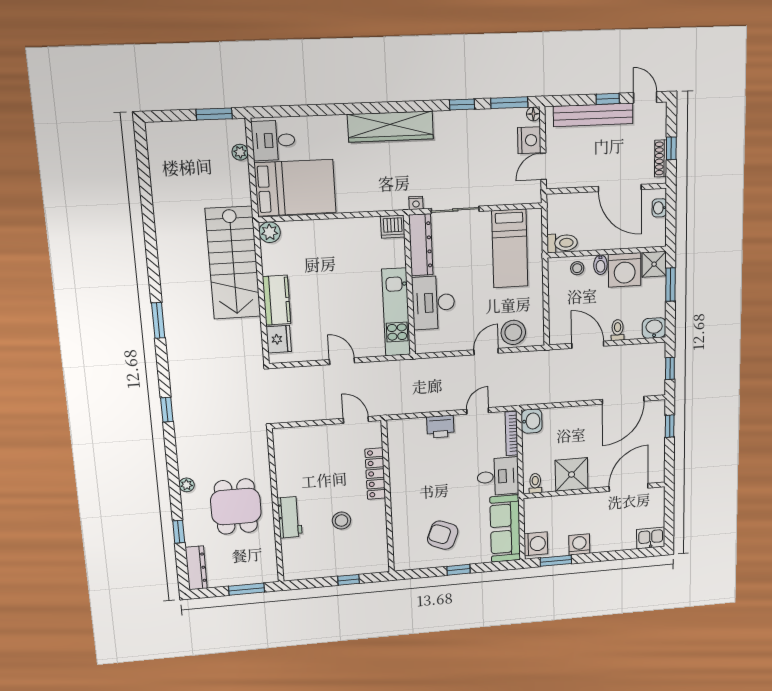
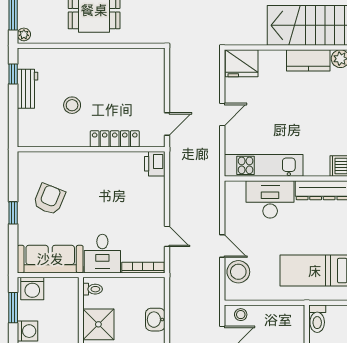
stool: (577, 268) -> (241, 315), moved
kitchen counter: (277, 300) -> (308, 60), moved
fridge: (279, 339) -> (242, 63), width x1.36, depth x1.34
washbasin: (532, 421) -> (155, 320), moved, turned 90
printer: (440, 427) -> (155, 164), moved
workbench: (290, 517) -> (28, 89), moved, turned -90
plant: (268, 576) -> (24, 34), added
window: (348, 580) -> (13, 74), moved

